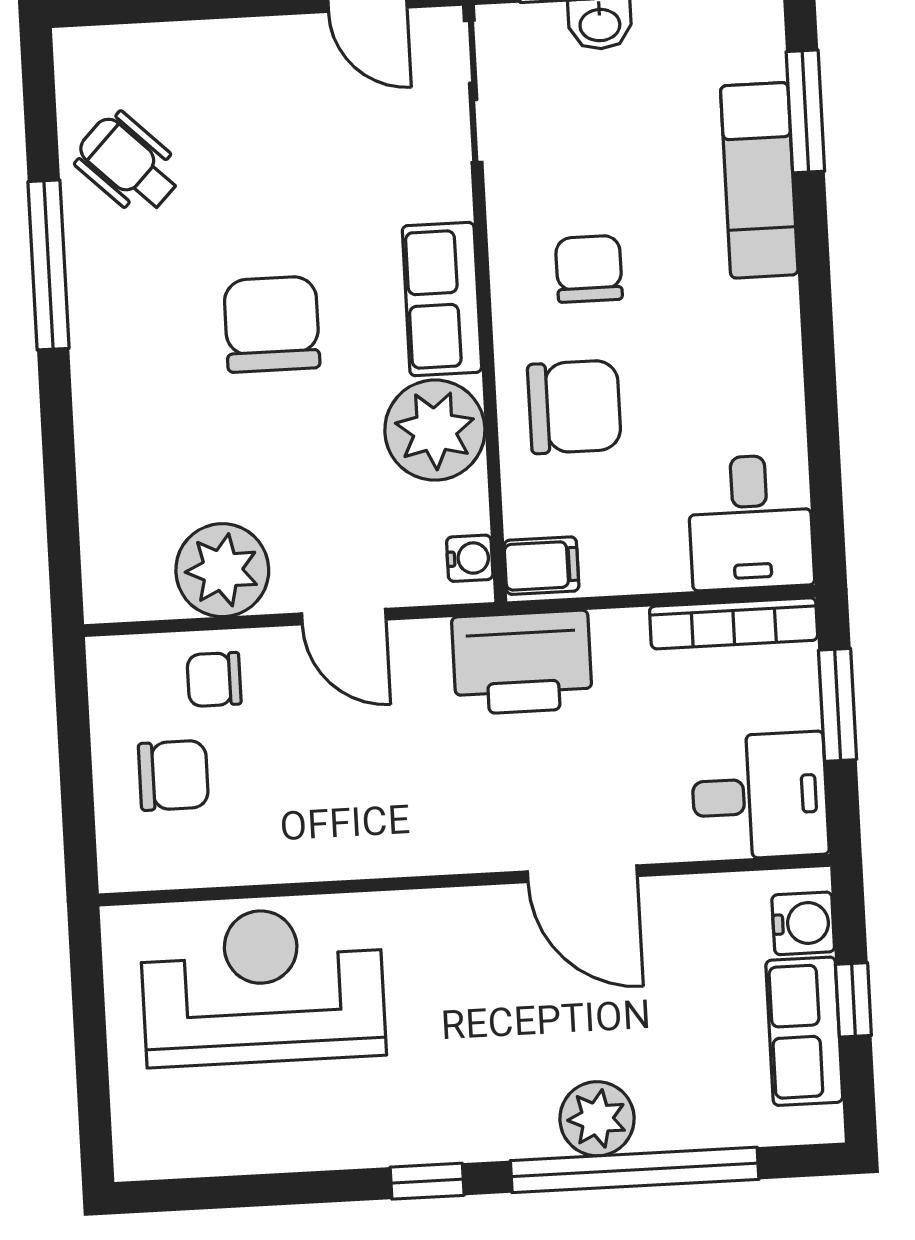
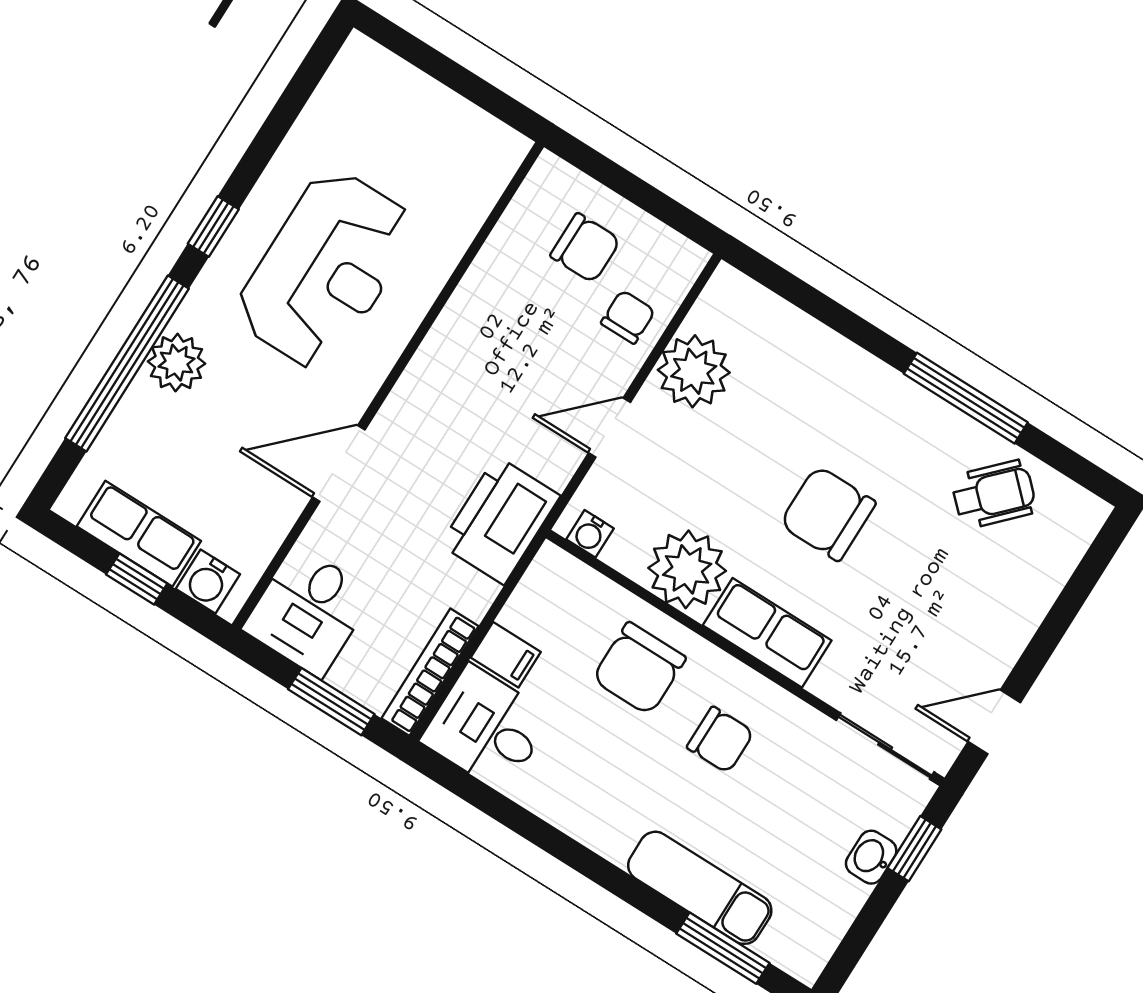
chair: (272, 324) -> (828, 513), turned 180
filing cabinet: (541, 566) -> (506, 655), moved, turned -90
chair: (173, 775) -> (585, 248), turned -90
reception desk: (263, 986) -> (325, 270), moved

